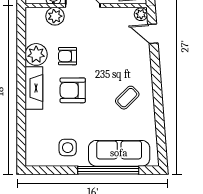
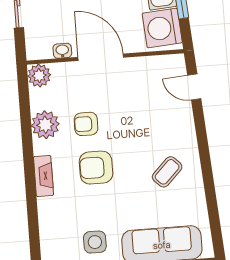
plant: (141, 14) -> (177, 63), removed
plant: (55, 16) -> (39, 76), moved
fireplace: (34, 88) -> (44, 176), width x0.73, depth x0.76

